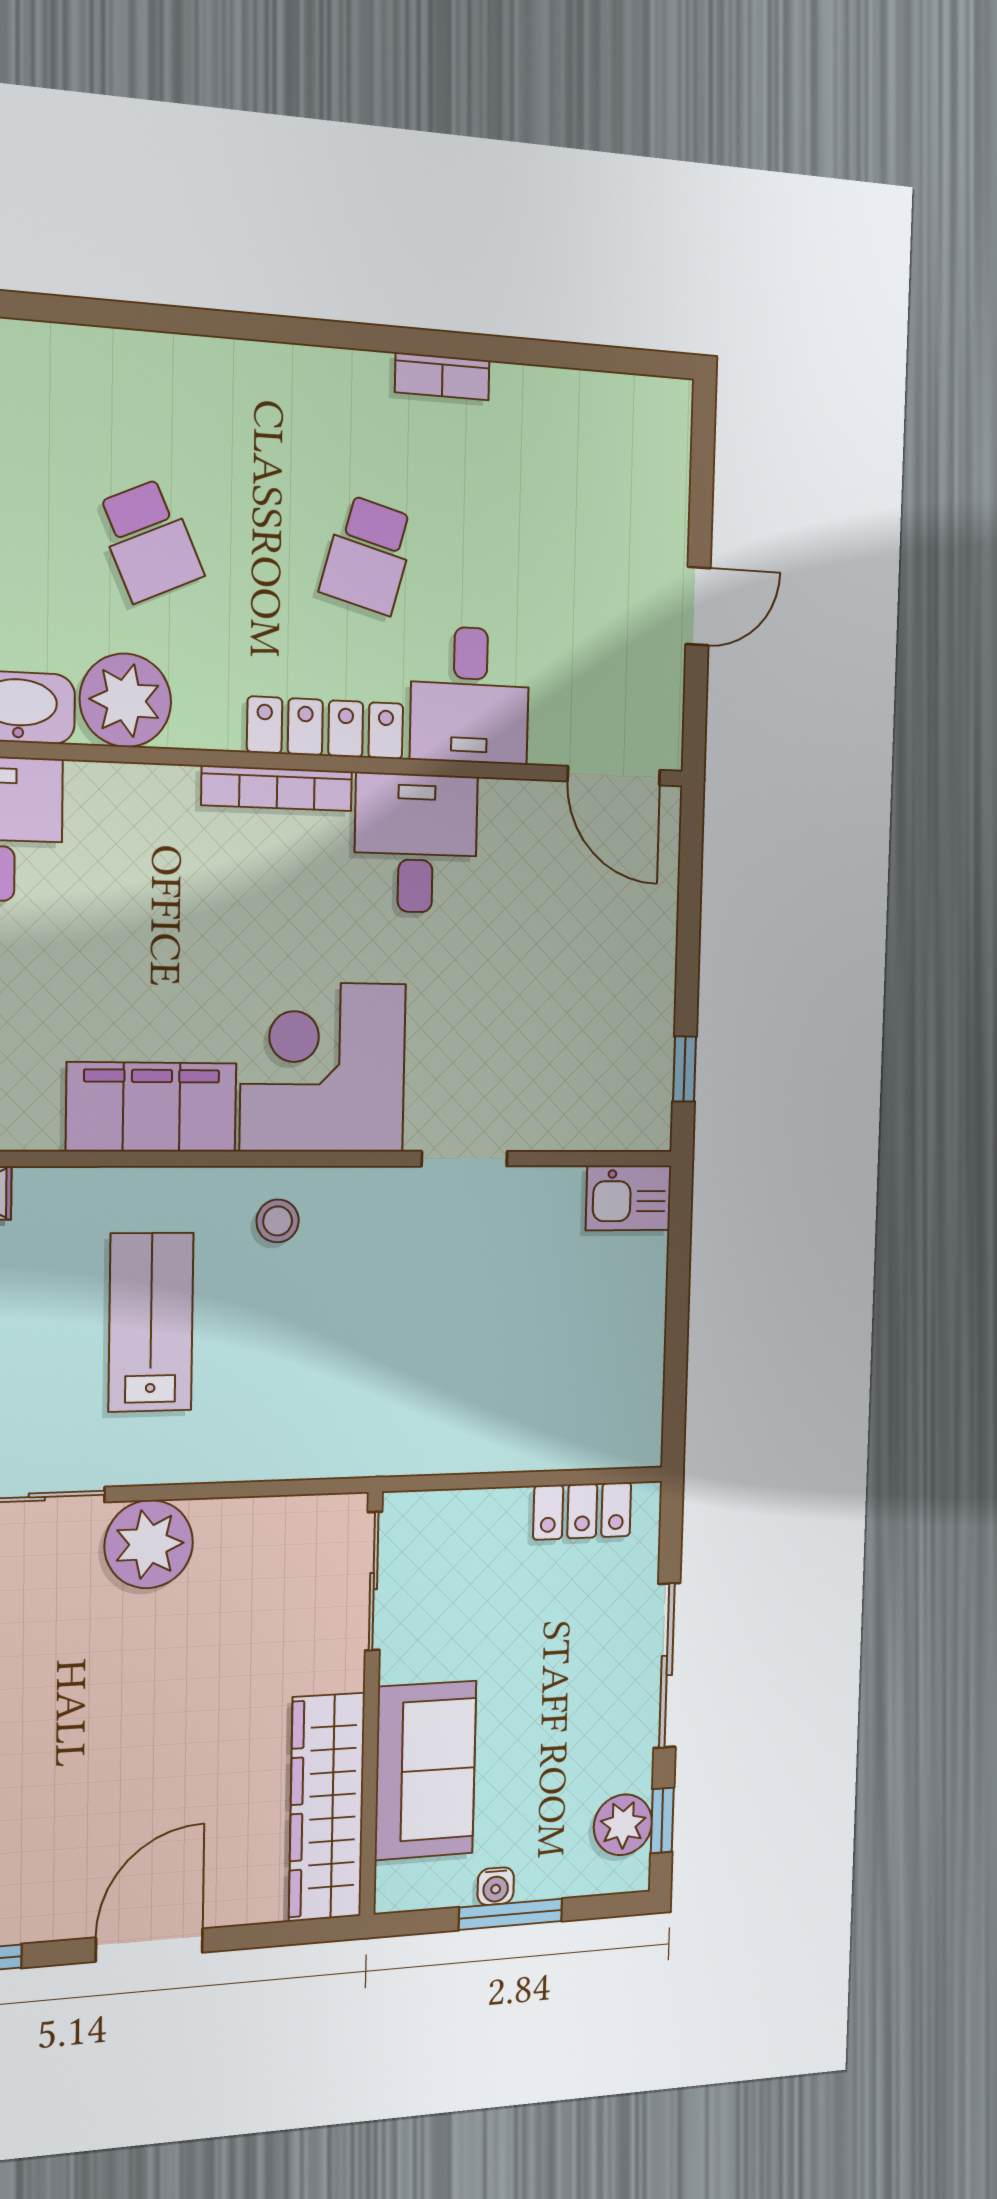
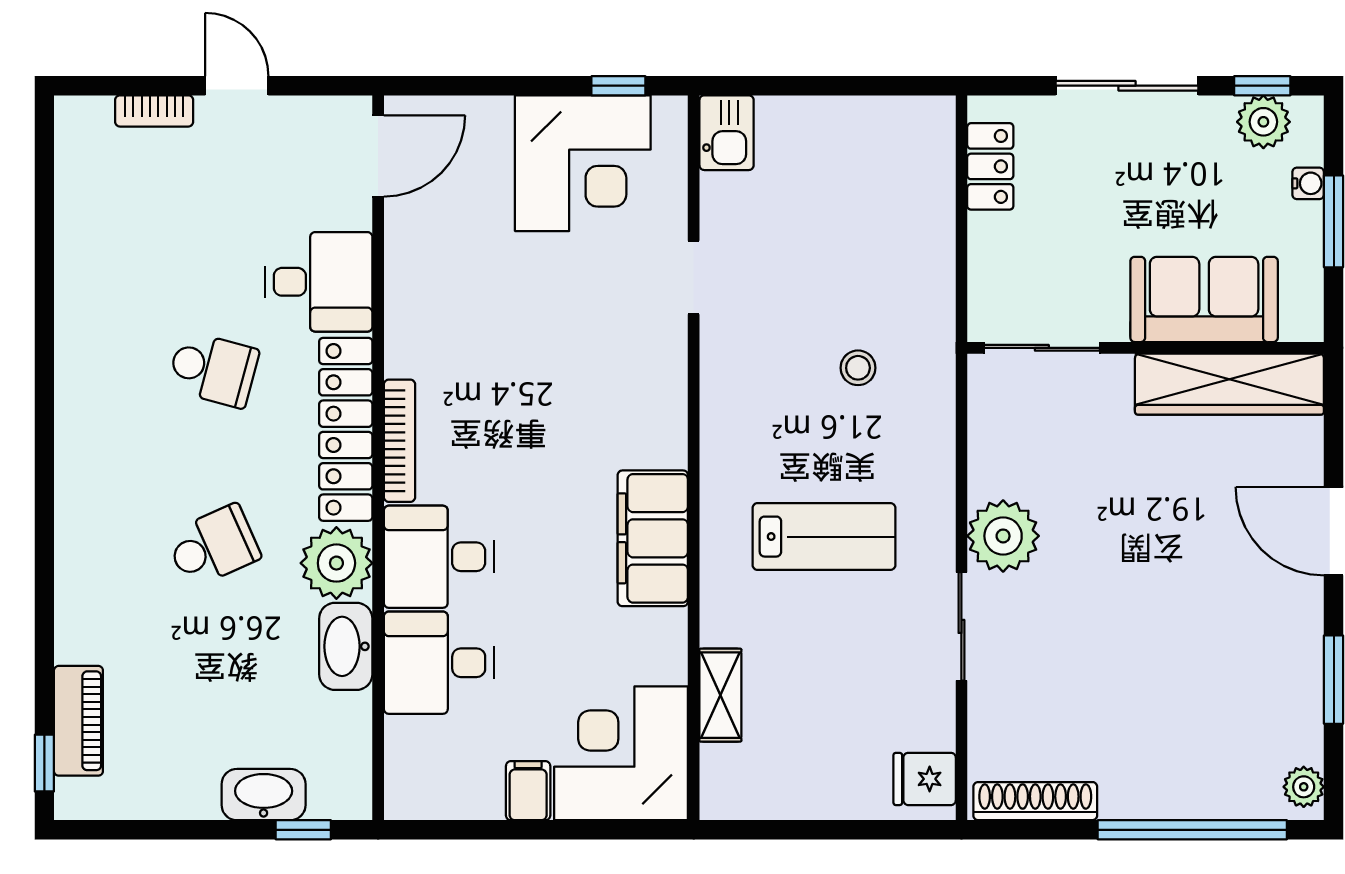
bookcase: (442, 376) -> (154, 111), moved, turned 90
locker: (326, 728) -> (346, 429), width x1.41, depth x1.21
desk: (416, 843) -> (439, 557), moved
corner desk: (323, 1067) -> (583, 163), moved, turned -90
stool: (278, 1221) -> (858, 368), moved
lab bench: (151, 1322) -> (824, 537), turned 180
water cooler: (496, 1886) -> (1308, 183), moved

